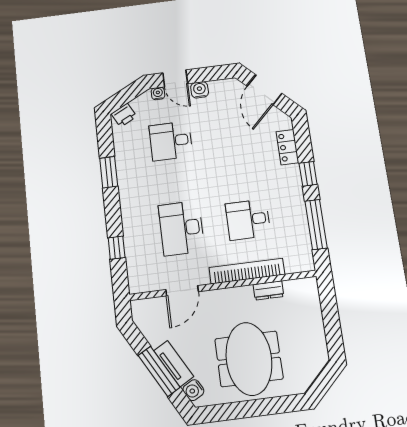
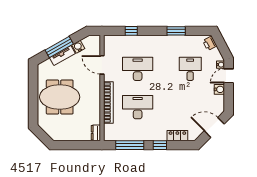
desk: (248, 220) -> (138, 107), width x1.37
dresser: (268, 290) -> (96, 133), moved
water cooler: (193, 390) -> (78, 47), moved

